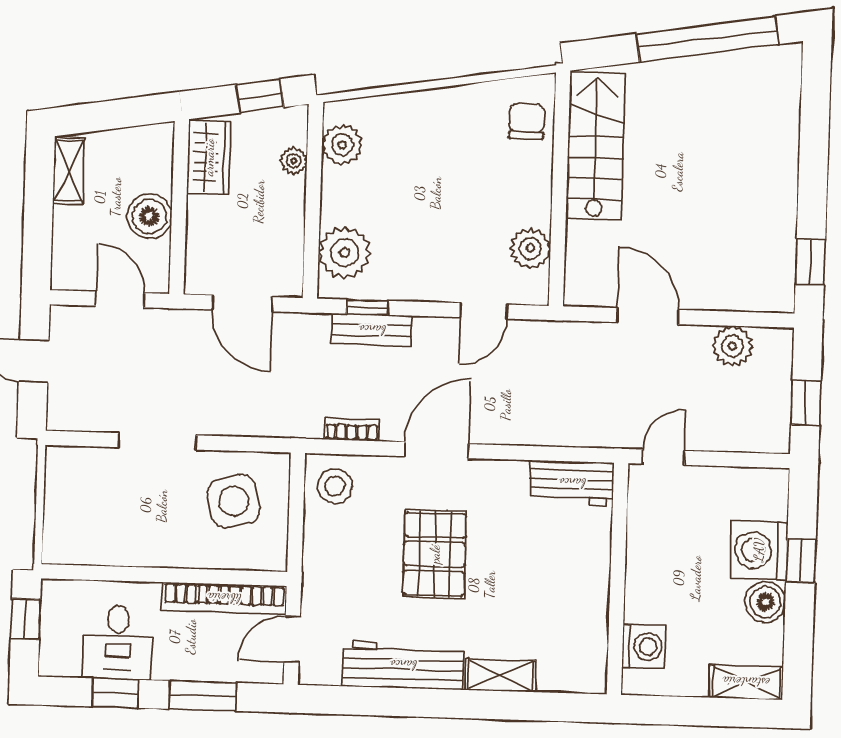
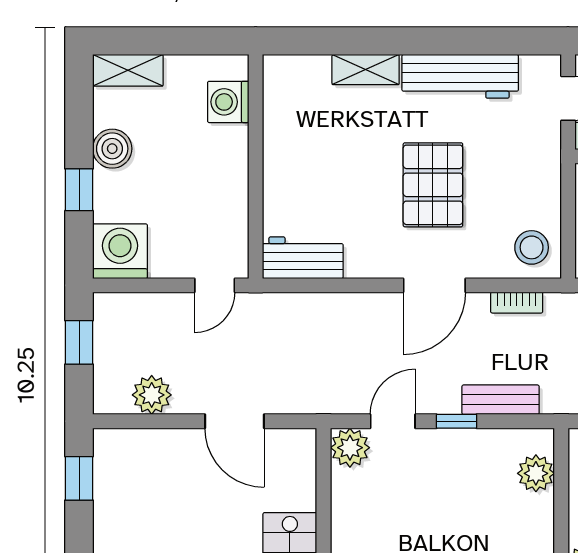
plant: (530, 249) -> (350, 448), moved
plant: (345, 253) -> (536, 473), width x0.73, depth x0.73
window: (367, 307) -> (457, 421), moved
washing machine: (759, 550) -> (120, 251), moved, turned -90

